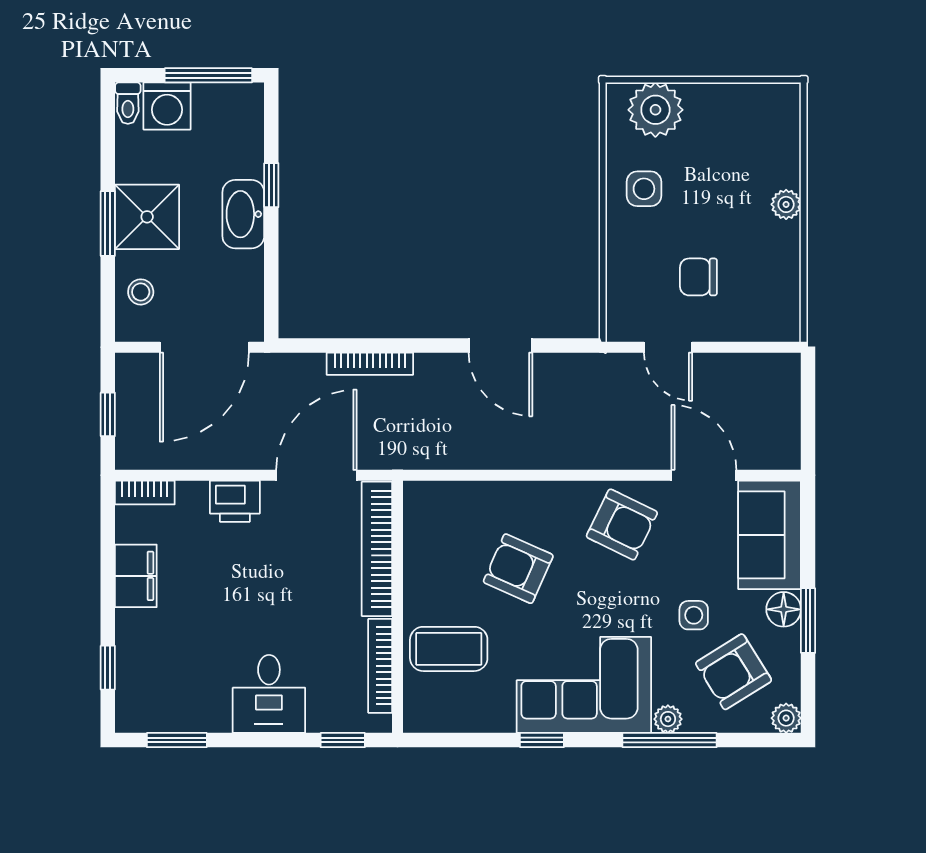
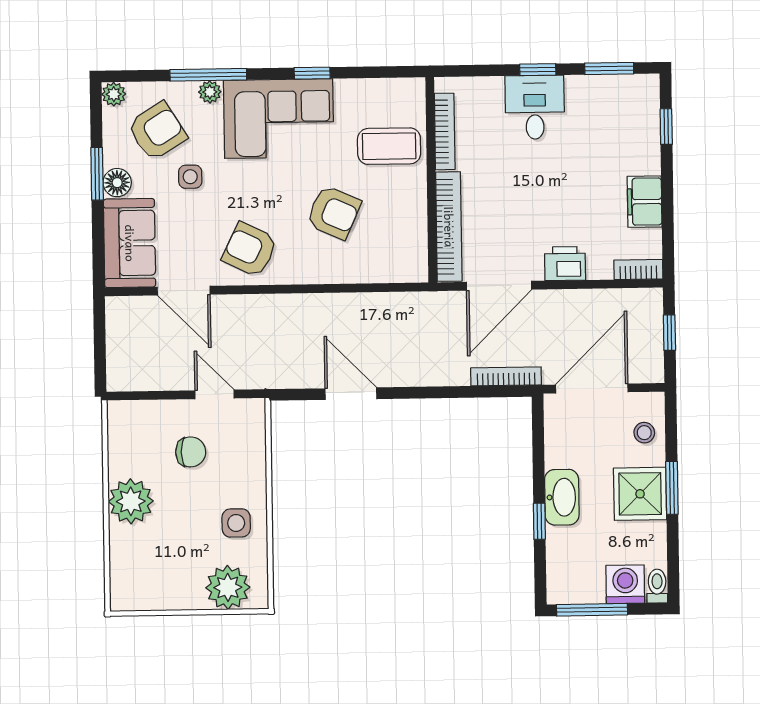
plant: (786, 204) -> (131, 501), width x1.87, depth x1.87
bookcase: (370, 364) -> (506, 376), moved
window: (343, 740) -> (538, 70), moved

